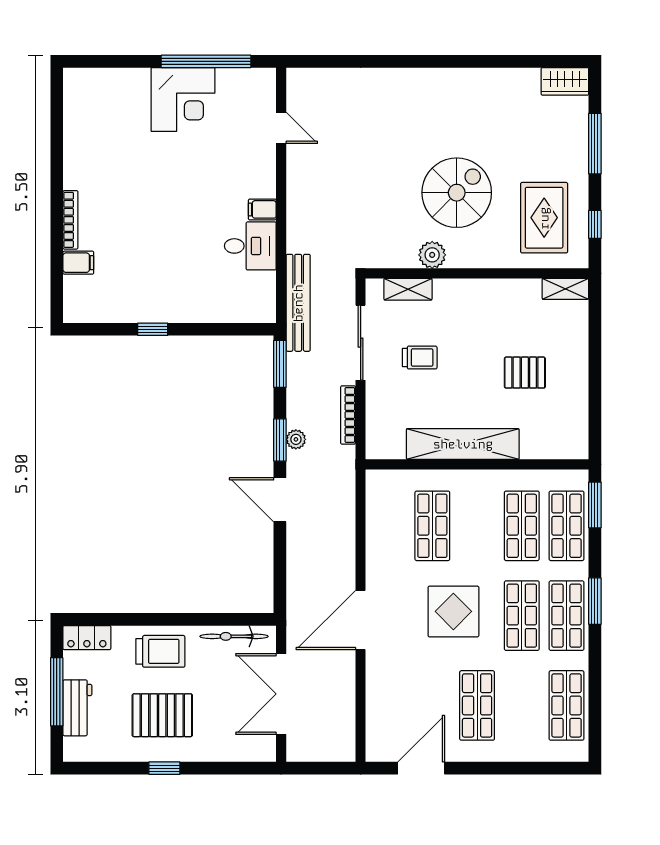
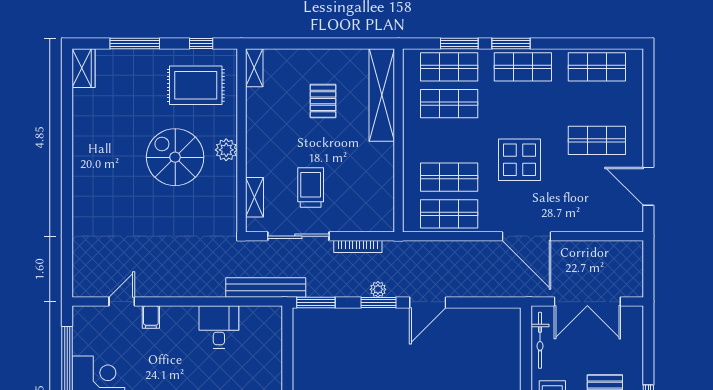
filing cabinet: (262, 209) -> (151, 317), moved
plant: (432, 255) -> (226, 150), moved
trolley: (420, 358) -> (311, 188), width x1.36, depth x1.39
shelving: (463, 444) -> (382, 95), moved
window: (595, 505) -> (459, 44), moved
shop shelf: (522, 616) -> (449, 214), moved

